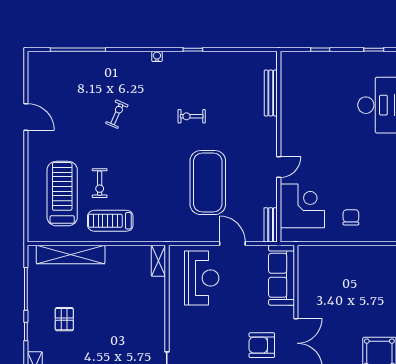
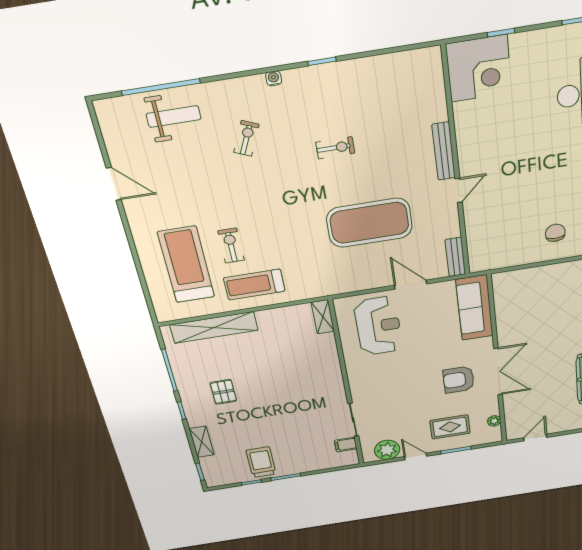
weight bench: (81, 73) -> (174, 116), added
bench: (271, 93) -> (444, 151), moved
exercise bike: (117, 114) -> (246, 138), moved
exercise bike: (192, 116) -> (335, 148), turned 180
exercise bike: (100, 183) -> (231, 246), turned 180
exercise mat: (208, 183) -> (369, 223), turned 90
corner desk: (302, 206) -> (479, 69), moved, turned 90

